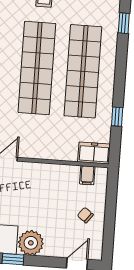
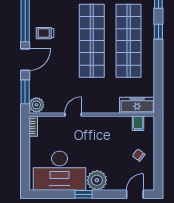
window: (117, 117) -> (158, 32), moved
freezer: (94, 153) -> (137, 105), width x1.40

